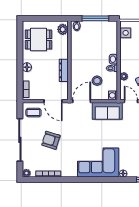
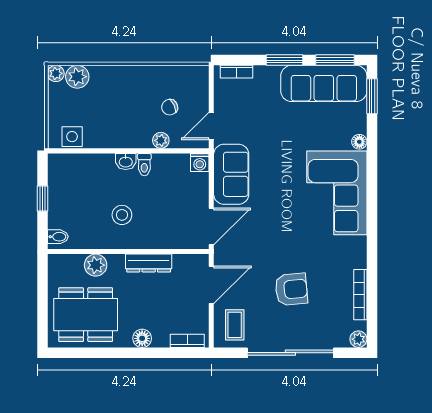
window: (95, 18) -> (42, 198), width x0.46
plant: (63, 29) -> (96, 265), moved
dining table: (38, 40) -> (86, 315), width x1.38
stool: (97, 81) -> (122, 215), moved
door: (82, 101) -> (211, 226), swing flipped
armchair: (51, 140) -> (291, 289), turned -112

